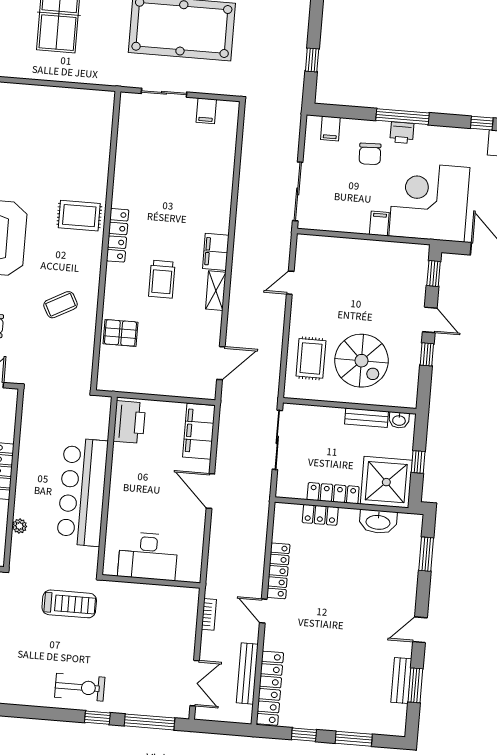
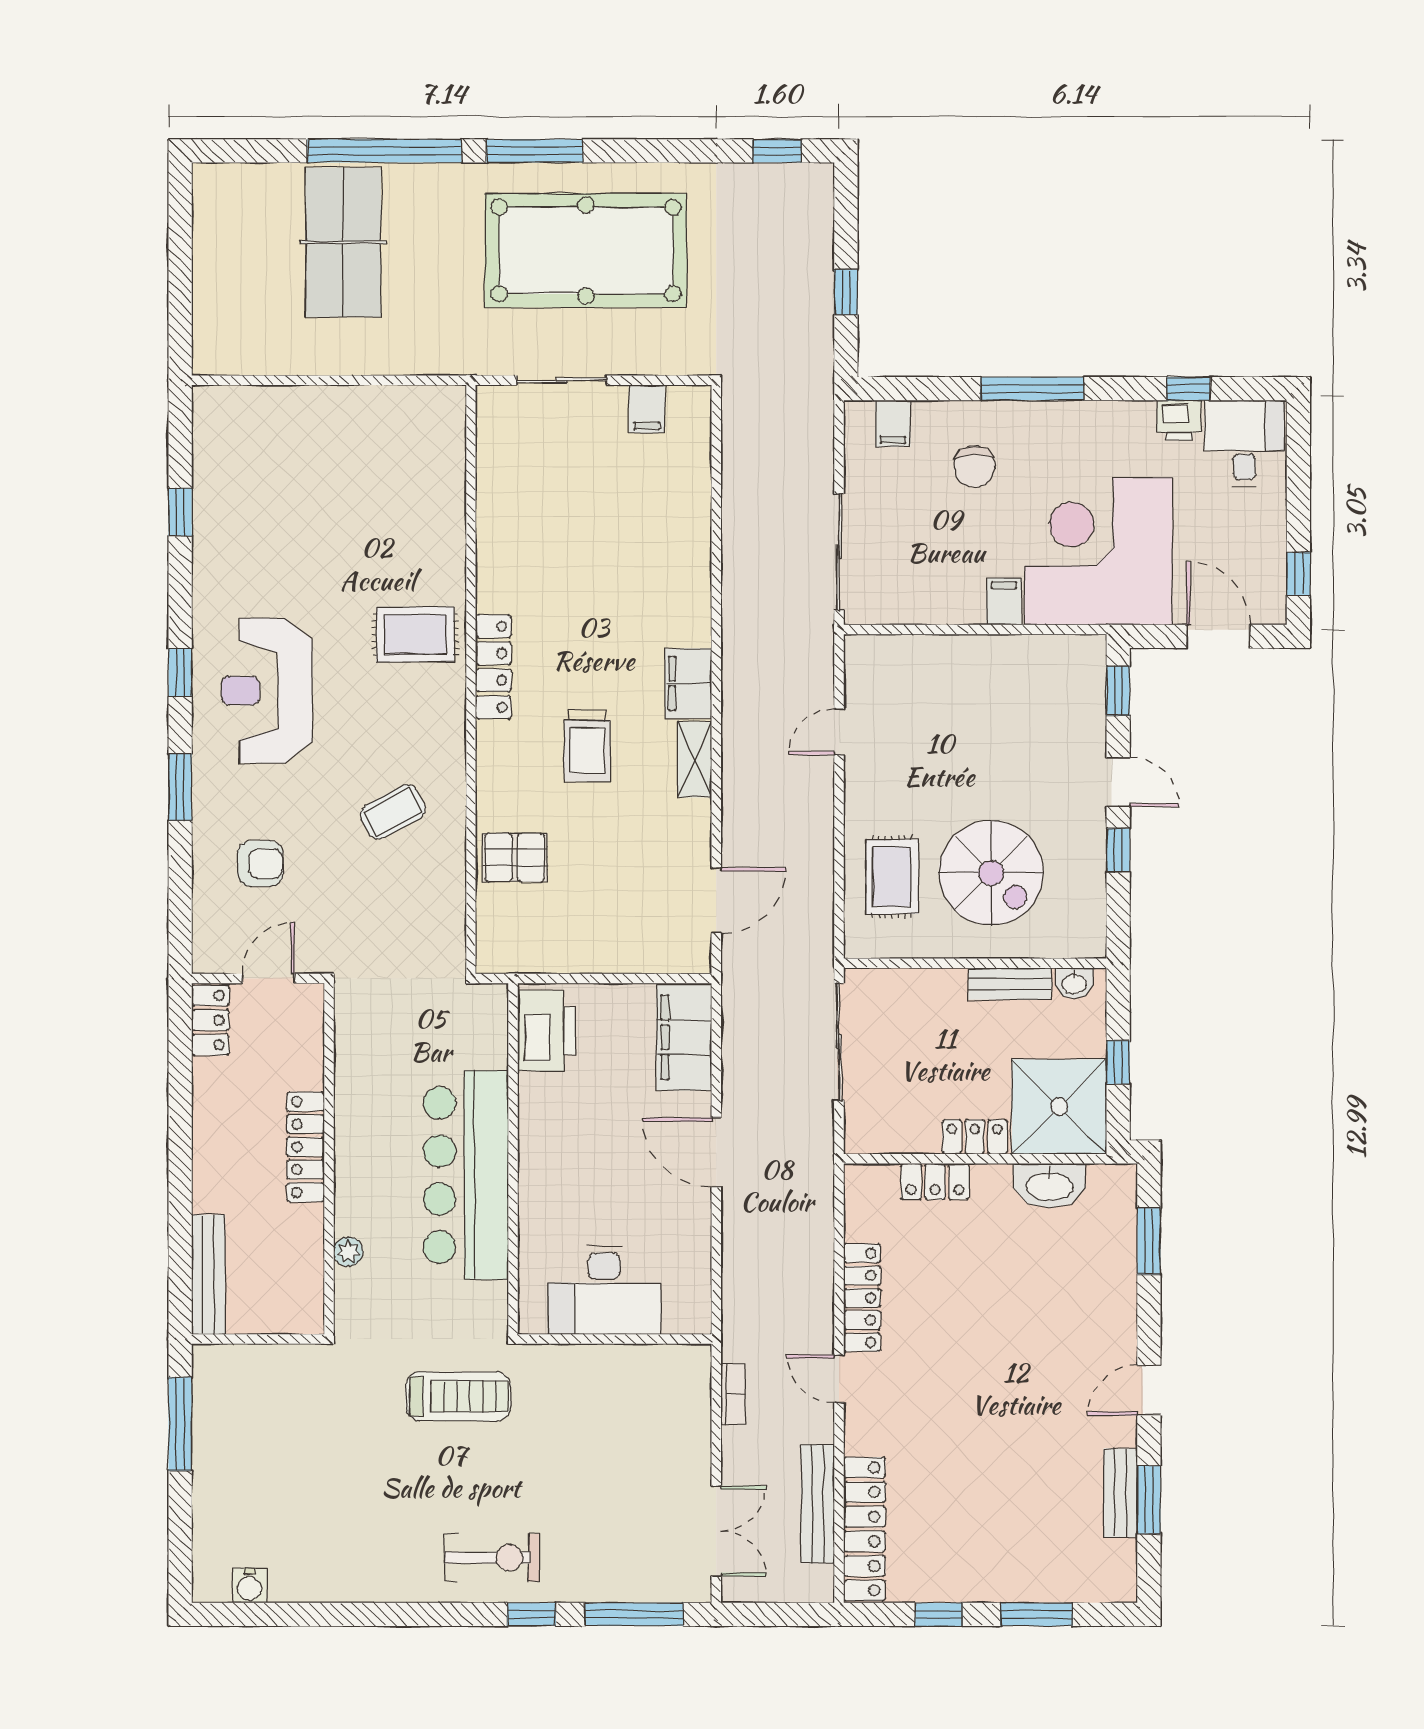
printer: (402, 133) -> (1179, 420), moved
locker: (333, 493) -> (975, 1137), width x0.66

